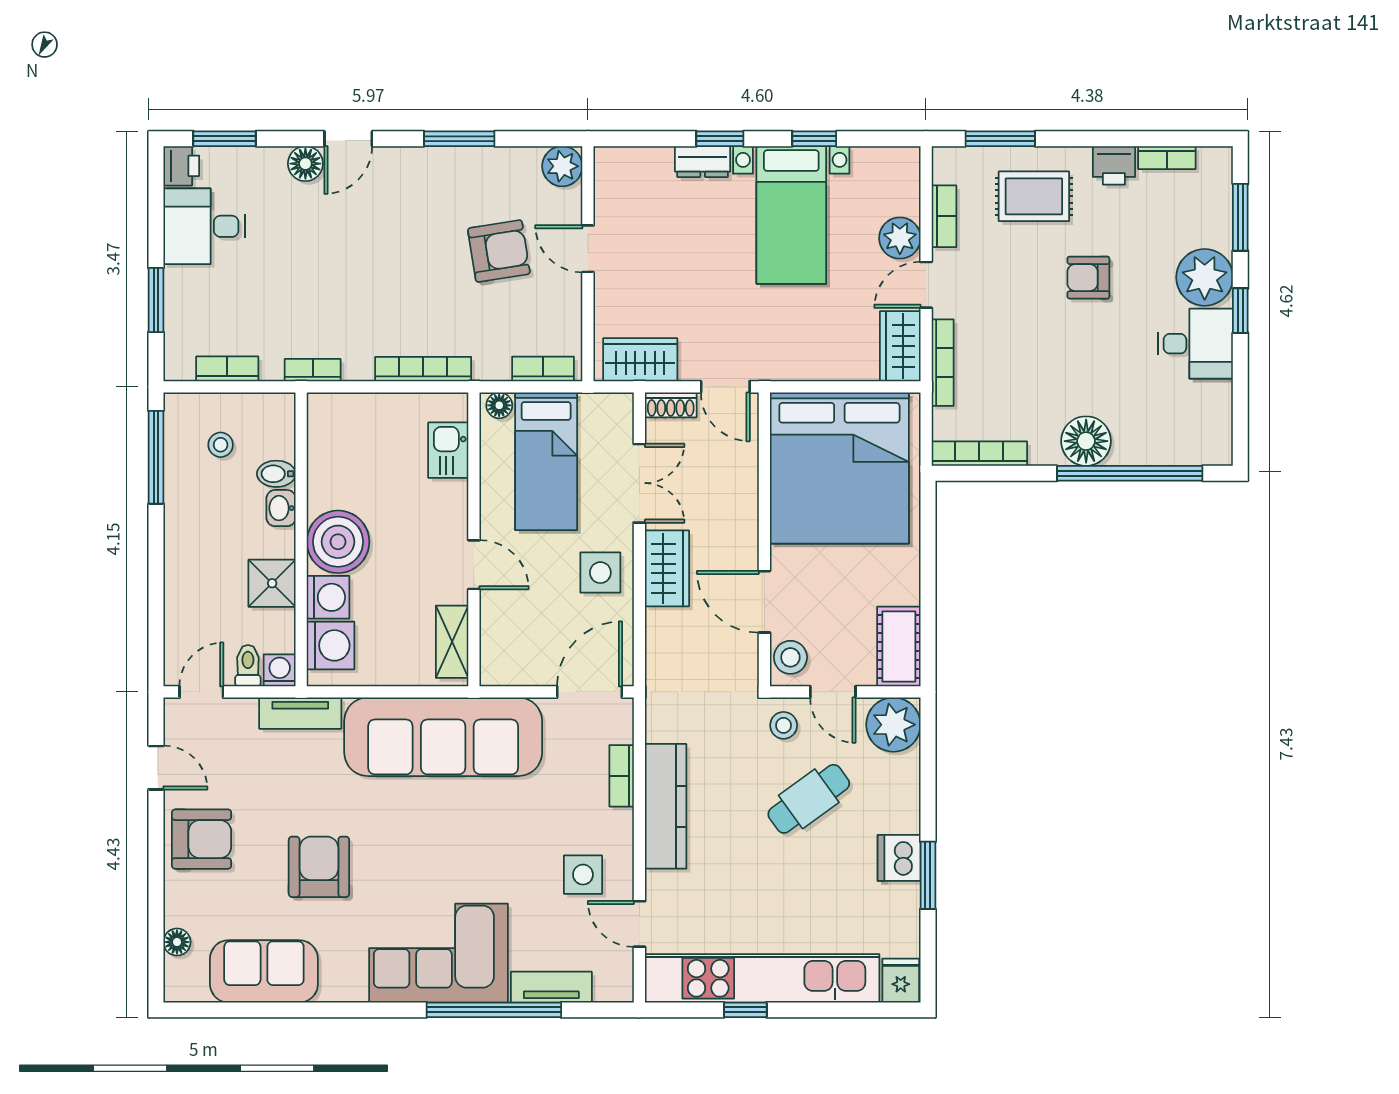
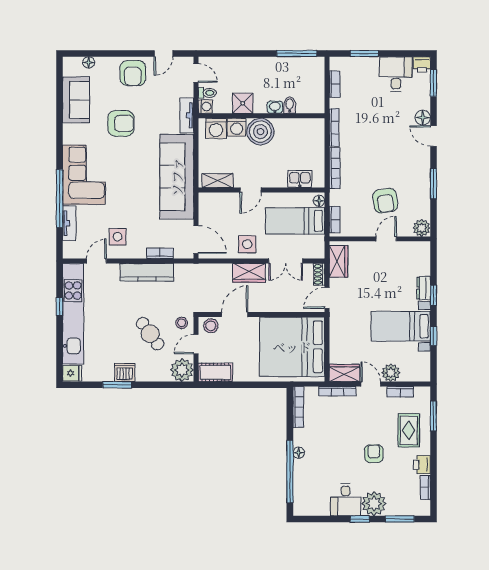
bookcase: (313, 370) -> (334, 128), width x1.56
floor lamp: (1086, 441) -> (299, 453), width x0.53, depth x0.53
stool: (221, 445) -> (302, 81), removed

